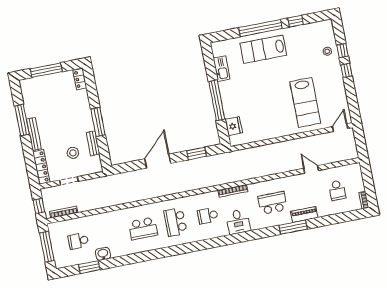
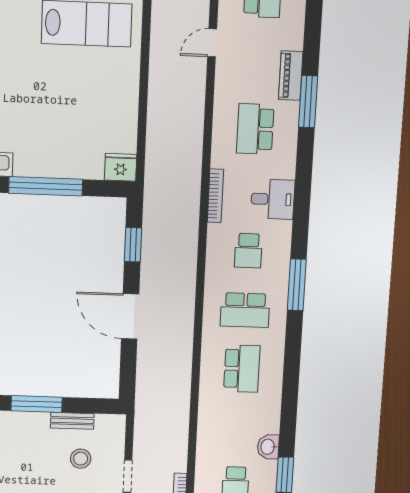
fridge: (234, 126) -> (121, 167), moved
window: (196, 246) -> (297, 285), added

